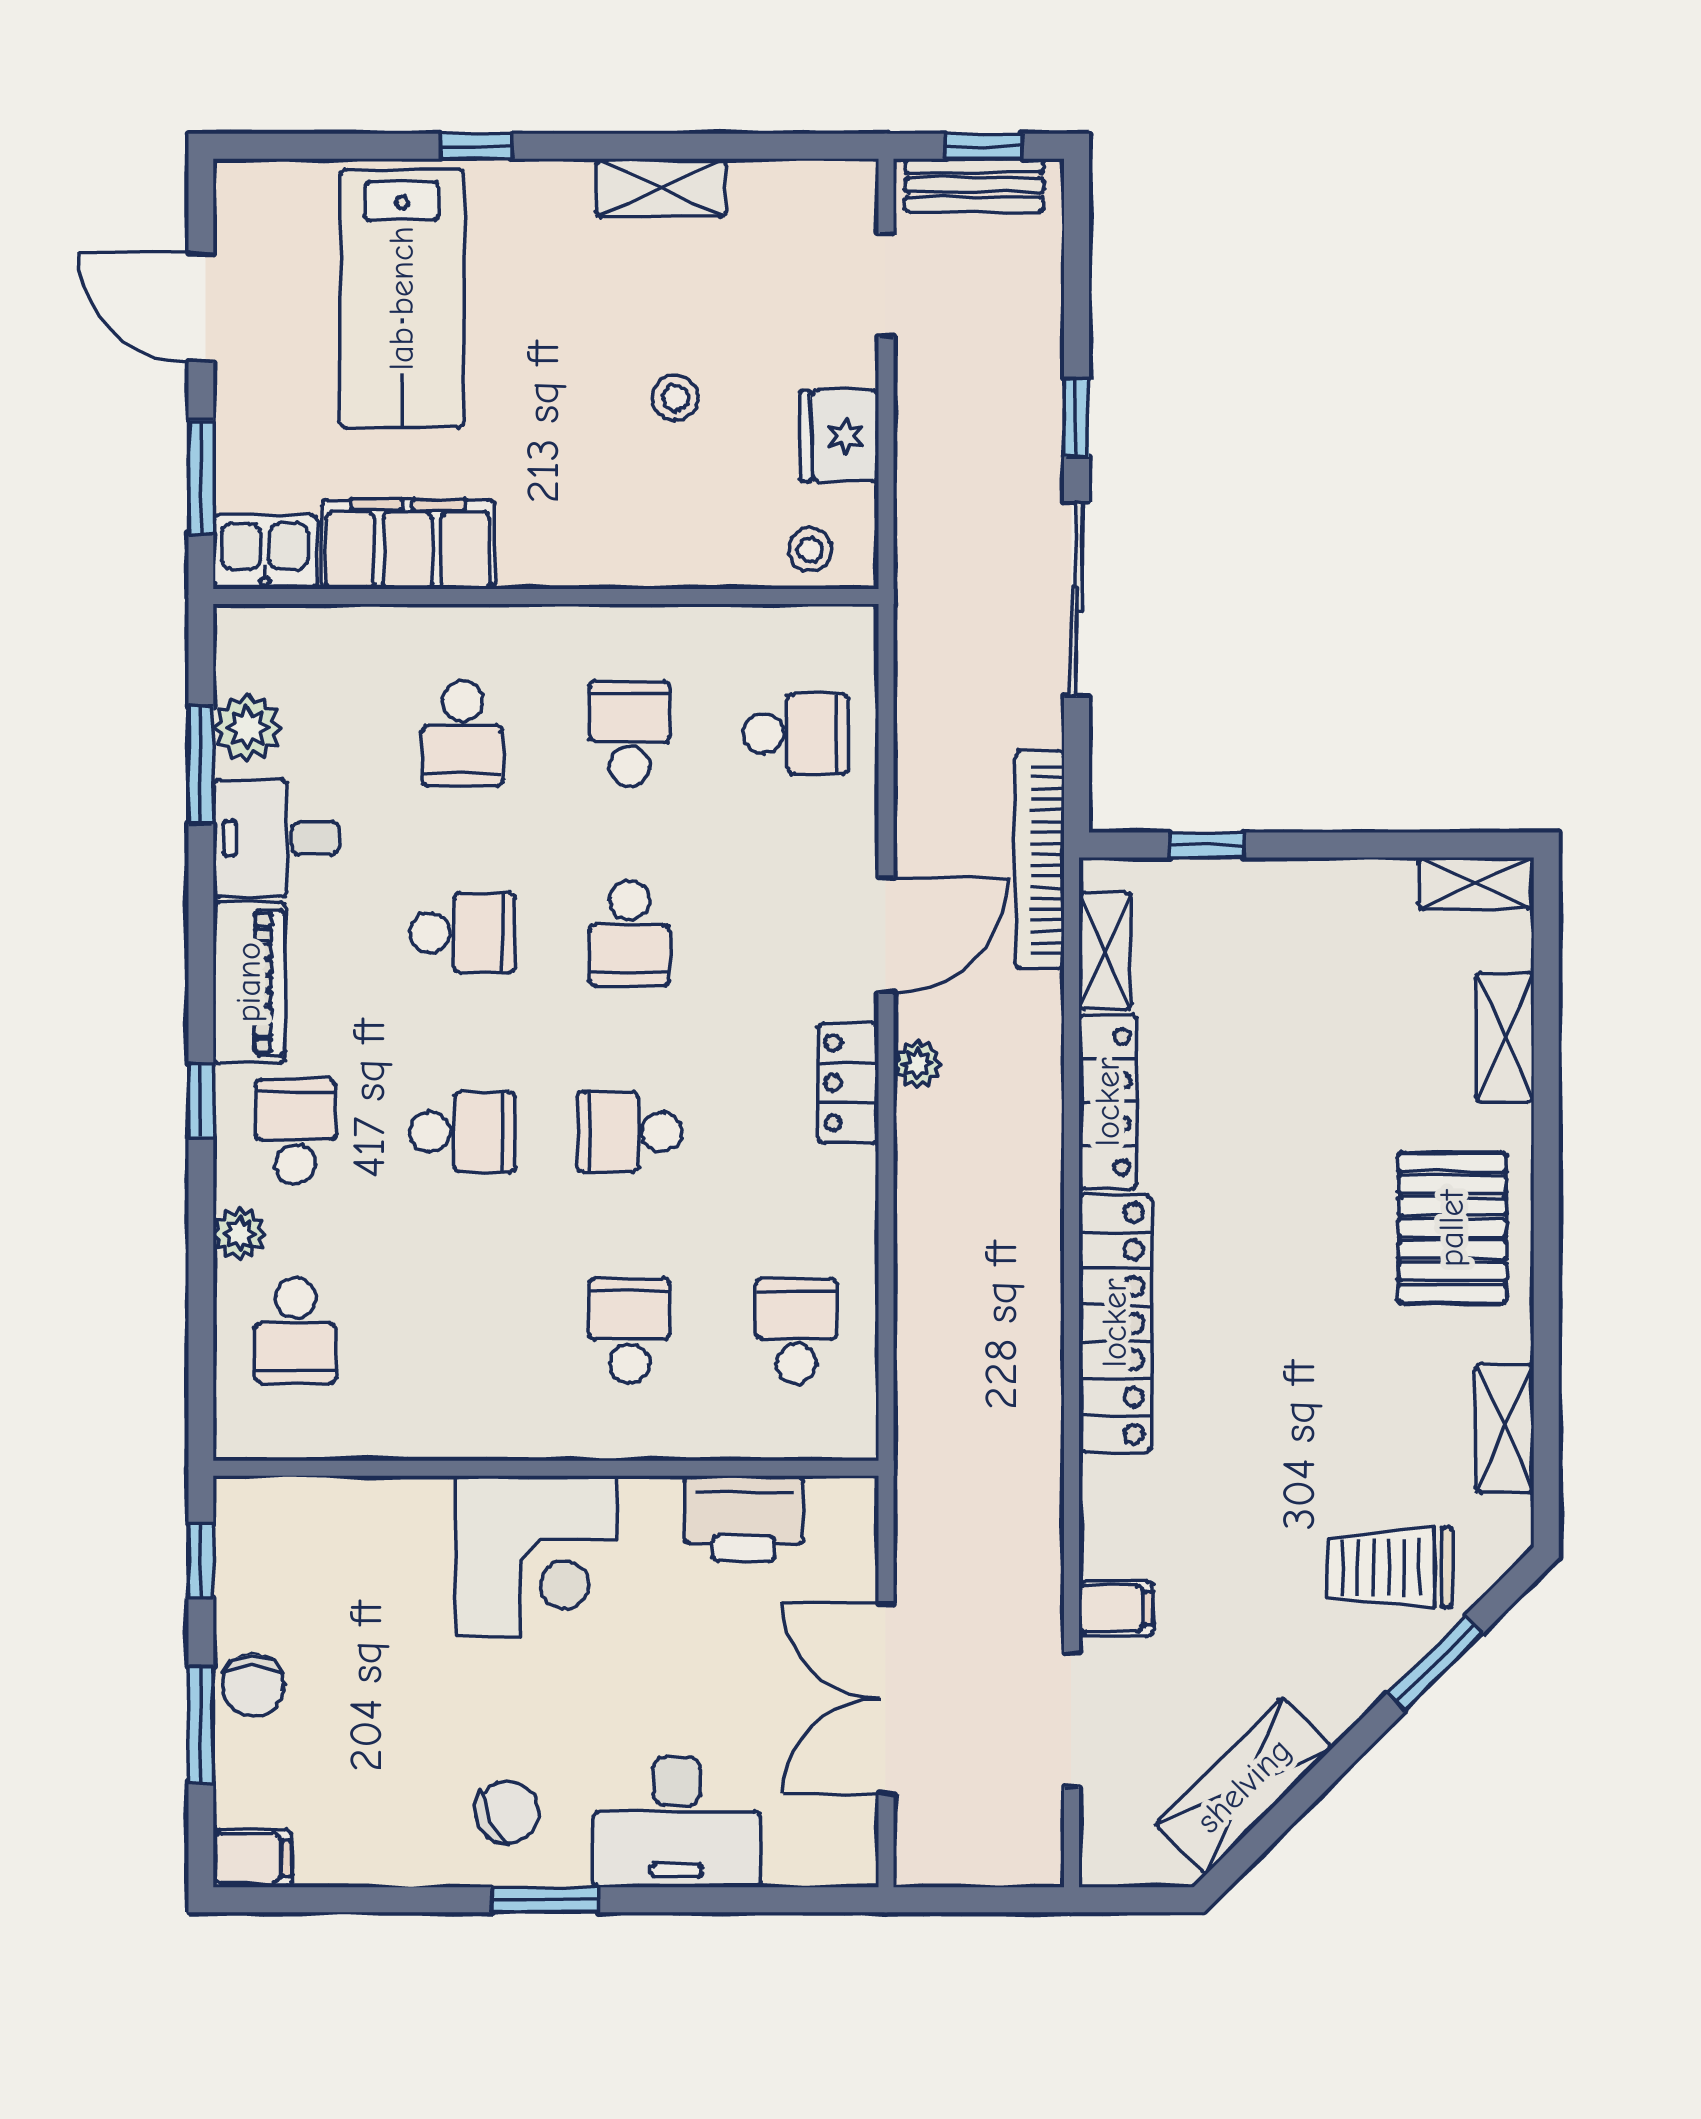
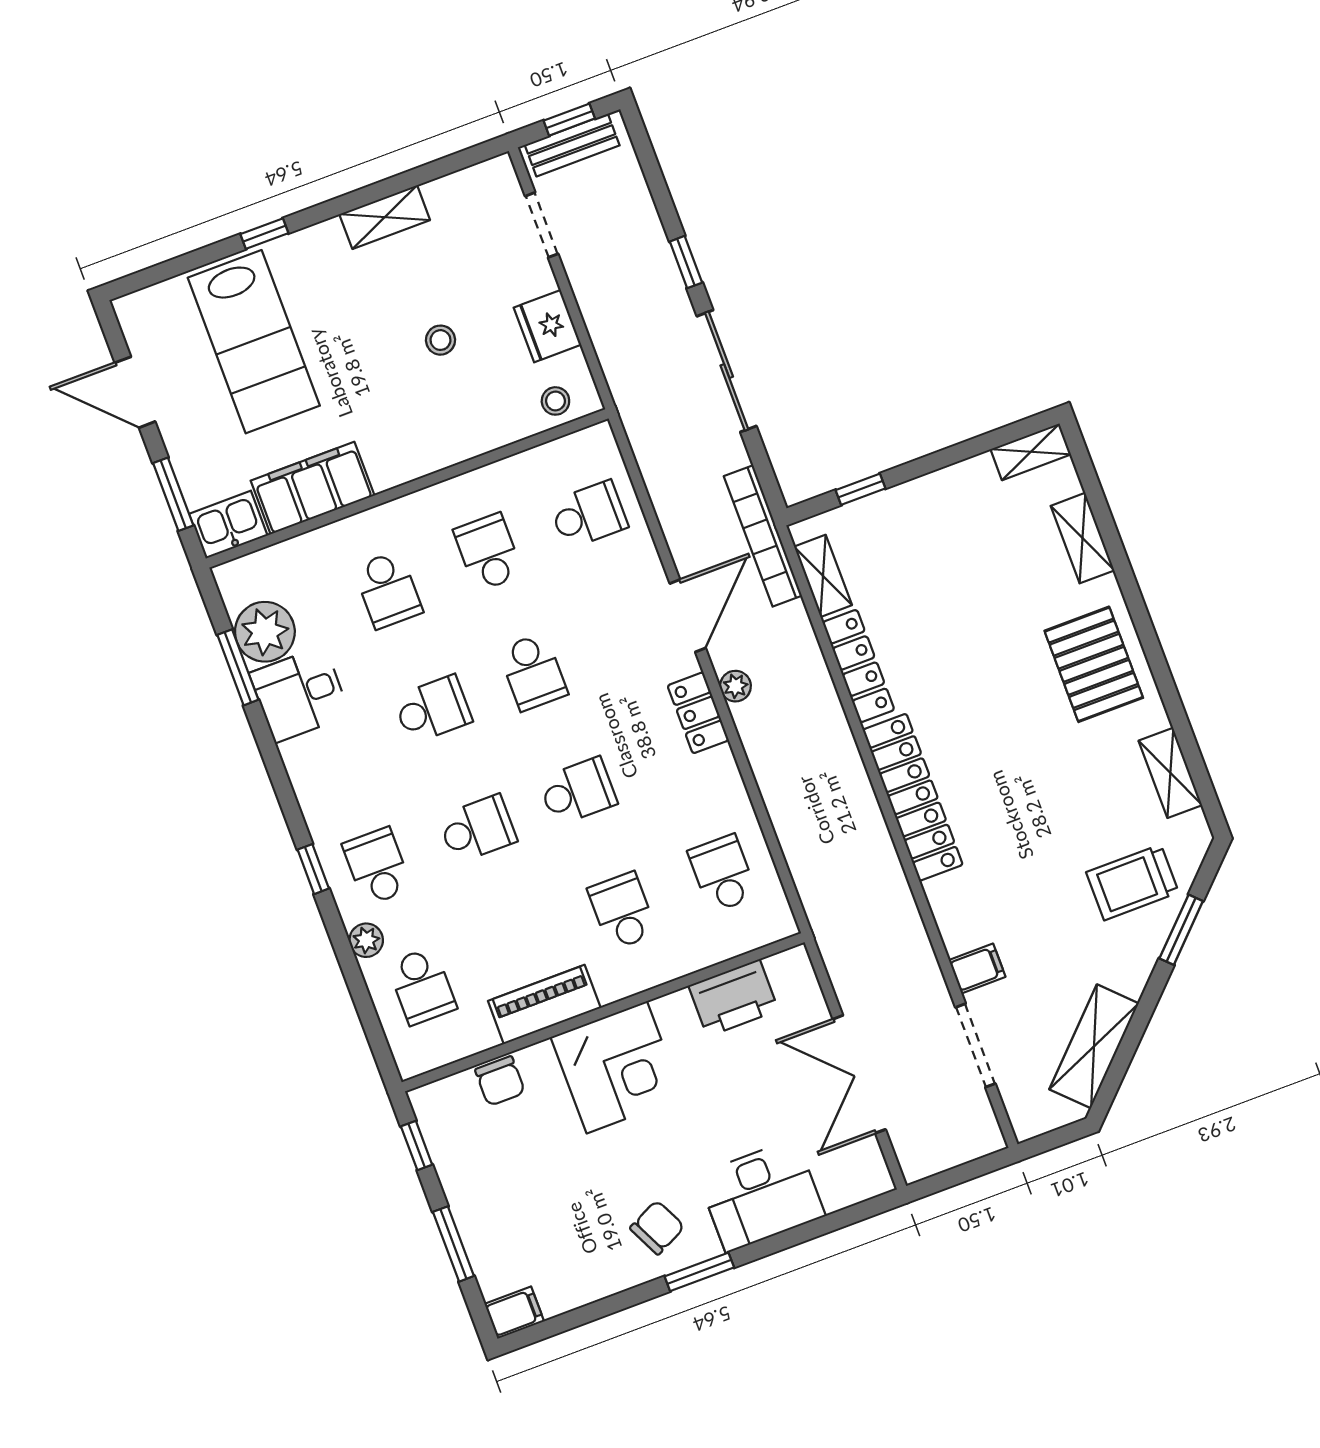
plant: (247, 728) -> (265, 632), width x1.36, depth x1.36
piano: (249, 982) -> (544, 1004), moved, turned -90
school desk: (629, 1132) -> (578, 791), turned 180
chair: (253, 1685) -> (500, 1081), moved

